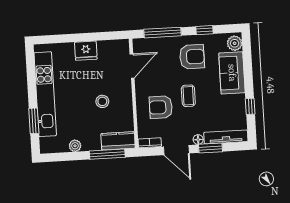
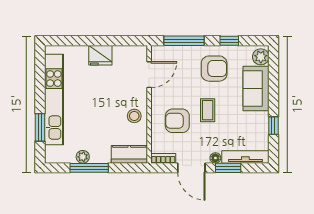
stool: (102, 101) -> (134, 116), moved
window: (107, 154) -> (89, 168), moved

